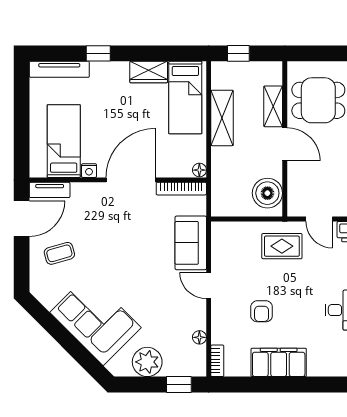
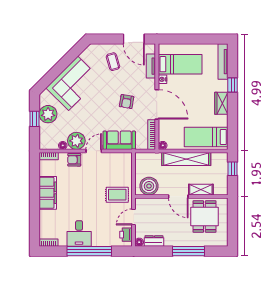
wardrobe: (149, 72) -> (221, 103), moved
shelving: (222, 118) -> (186, 159), width x1.47
door: (285, 144) -> (178, 196), hinge flipped
tv unit: (50, 190) -> (151, 66), moved
armchair: (126, 231) -> (127, 102), added
rug: (282, 246) -> (117, 195), turned 90
armchair: (262, 311) -> (74, 160), moved
plant: (192, 314) -> (76, 141), added
window: (179, 384) -> (35, 119), moved

